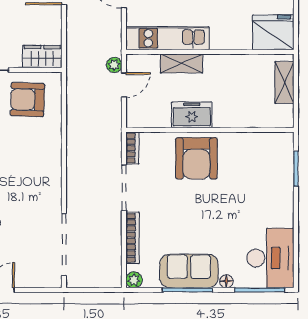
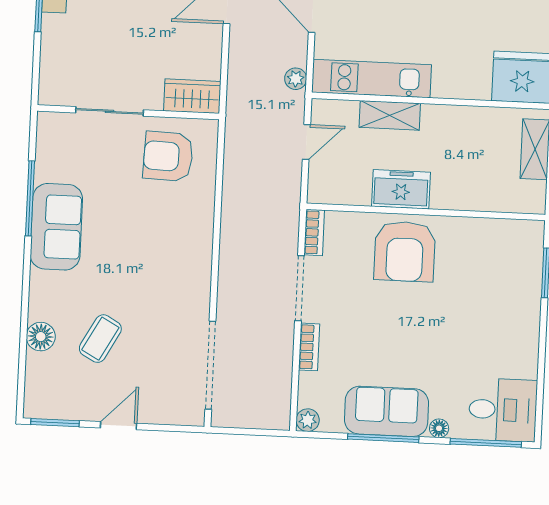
plant: (114, 65) -> (296, 79), moved
bookcase: (133, 238) -> (309, 347), width x0.64
desk: (270, 258) -> (503, 410), width x0.73

